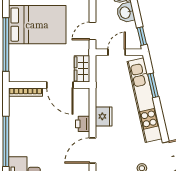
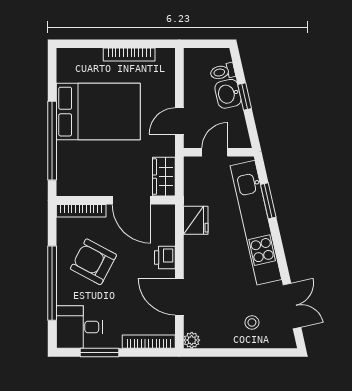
window: (142, 36) -> (245, 96), moved
fridge: (104, 116) -> (196, 220), moved
armchair: (34, 127) -> (93, 262), added
door: (93, 151) -> (179, 297), hinge flipped

